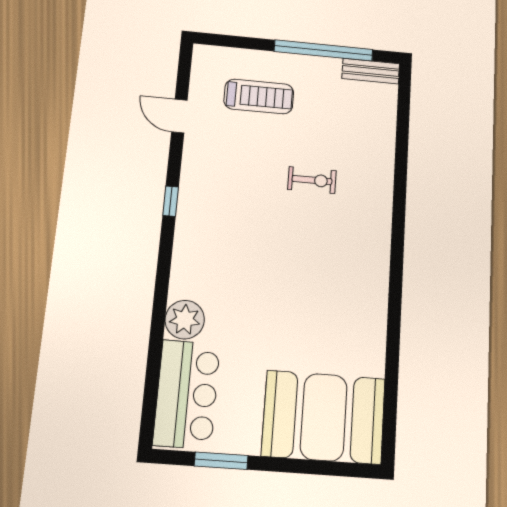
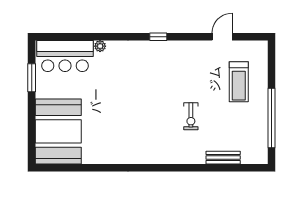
bench: (371, 71) -> (223, 158), moved, turned 90
window: (171, 201) -> (158, 37), moved
plant: (185, 320) -> (100, 46), width x0.53, depth x0.53

